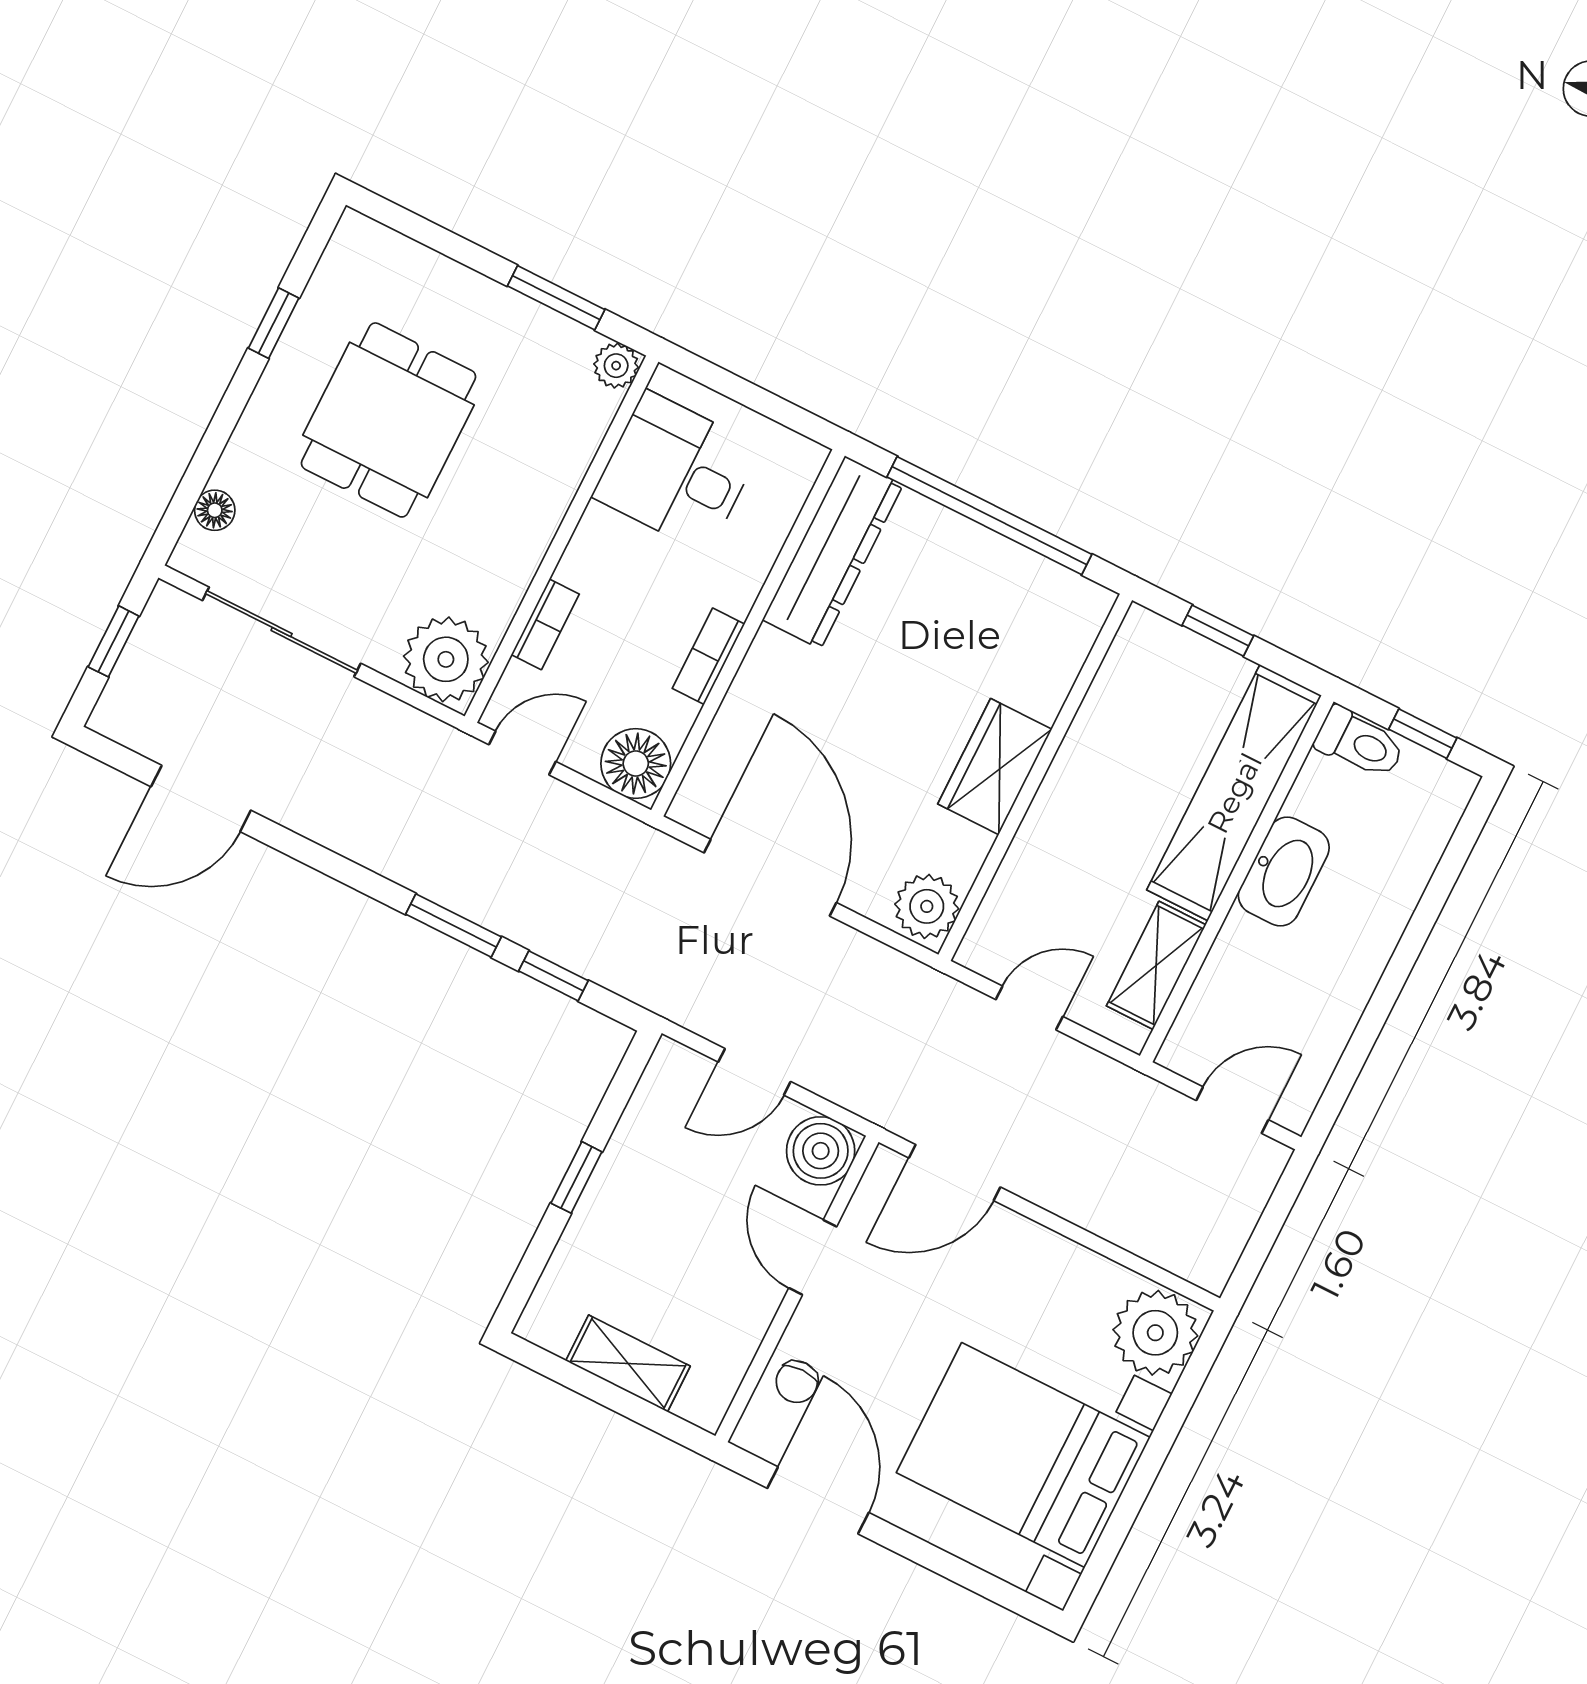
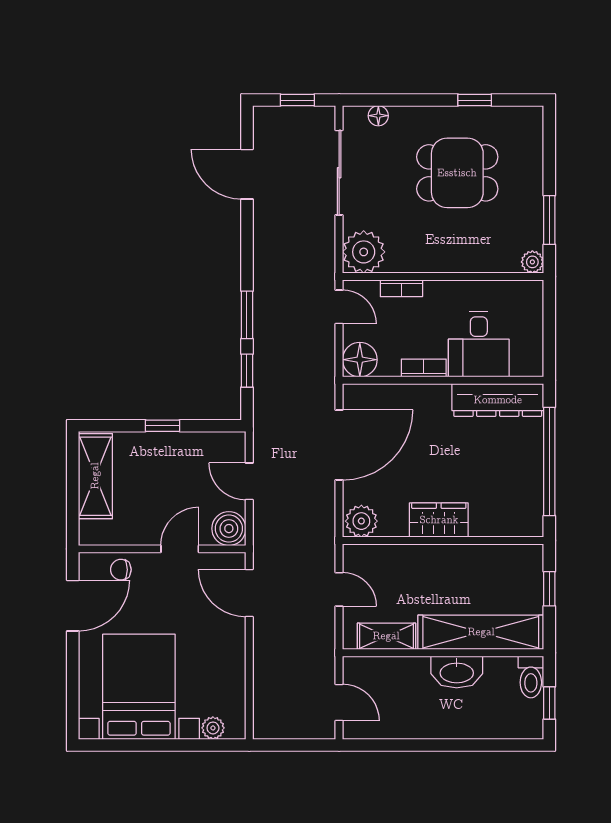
desk: (676, 472) -> (479, 344), moved, turned 180
plant: (1155, 1333) -> (213, 728), width x0.53, depth x0.53
shelving: (628, 1363) -> (95, 476), width x1.50, depth x1.33

